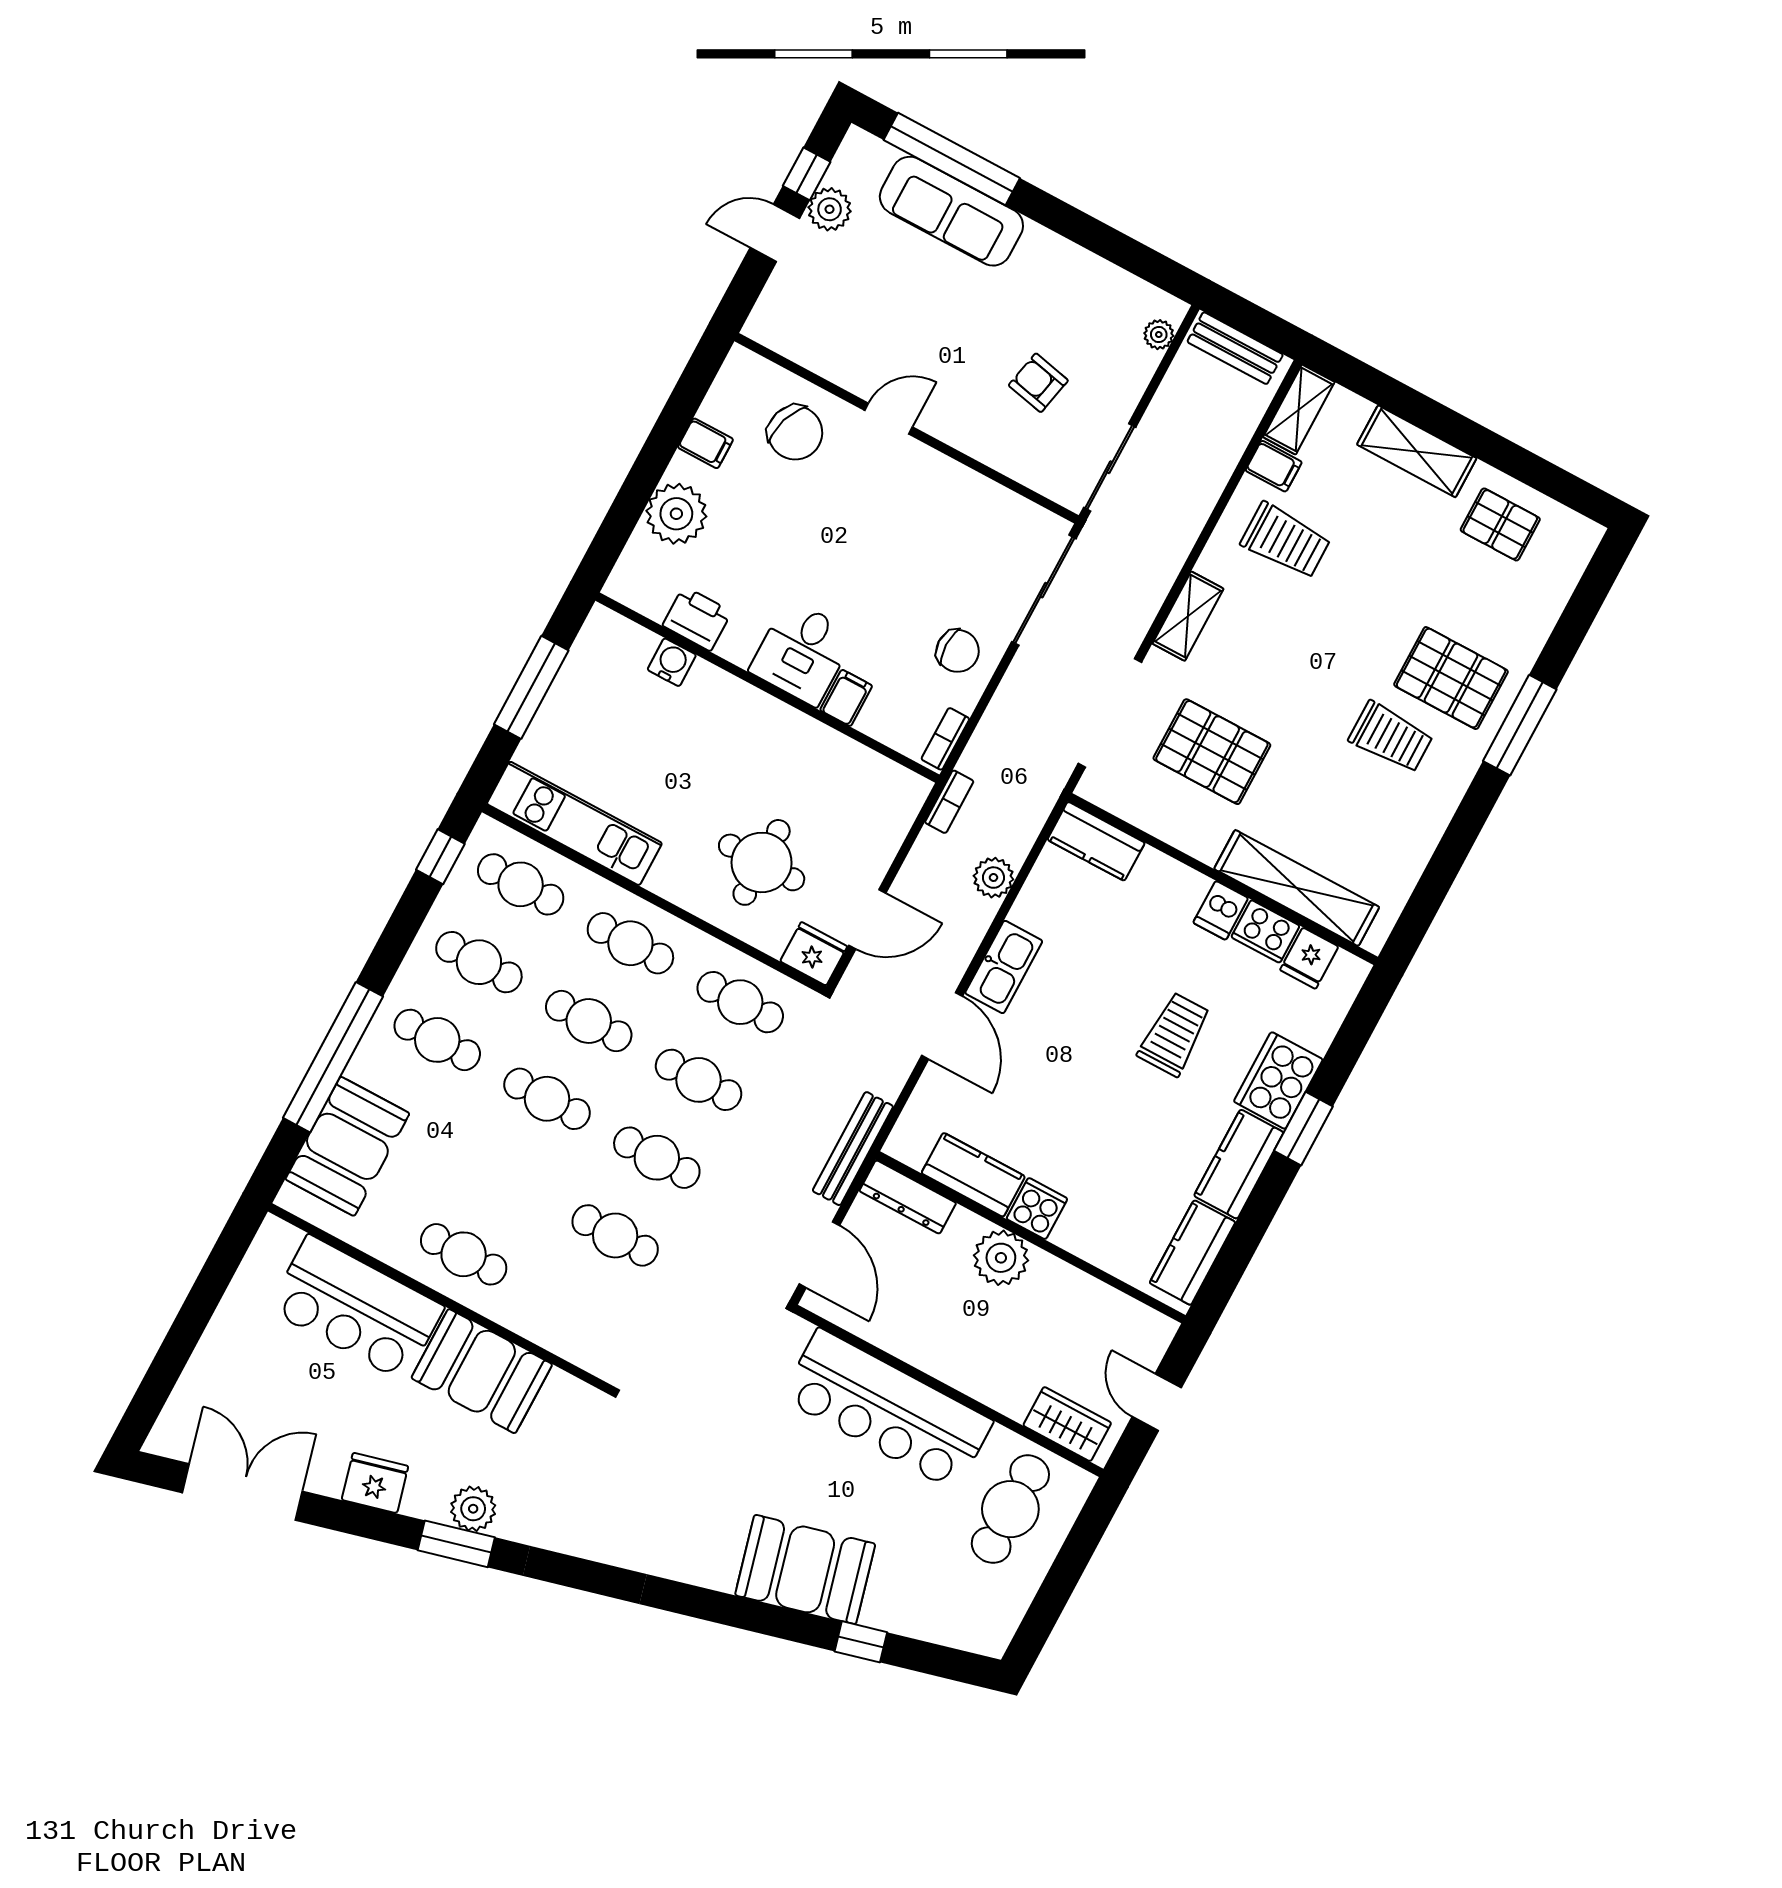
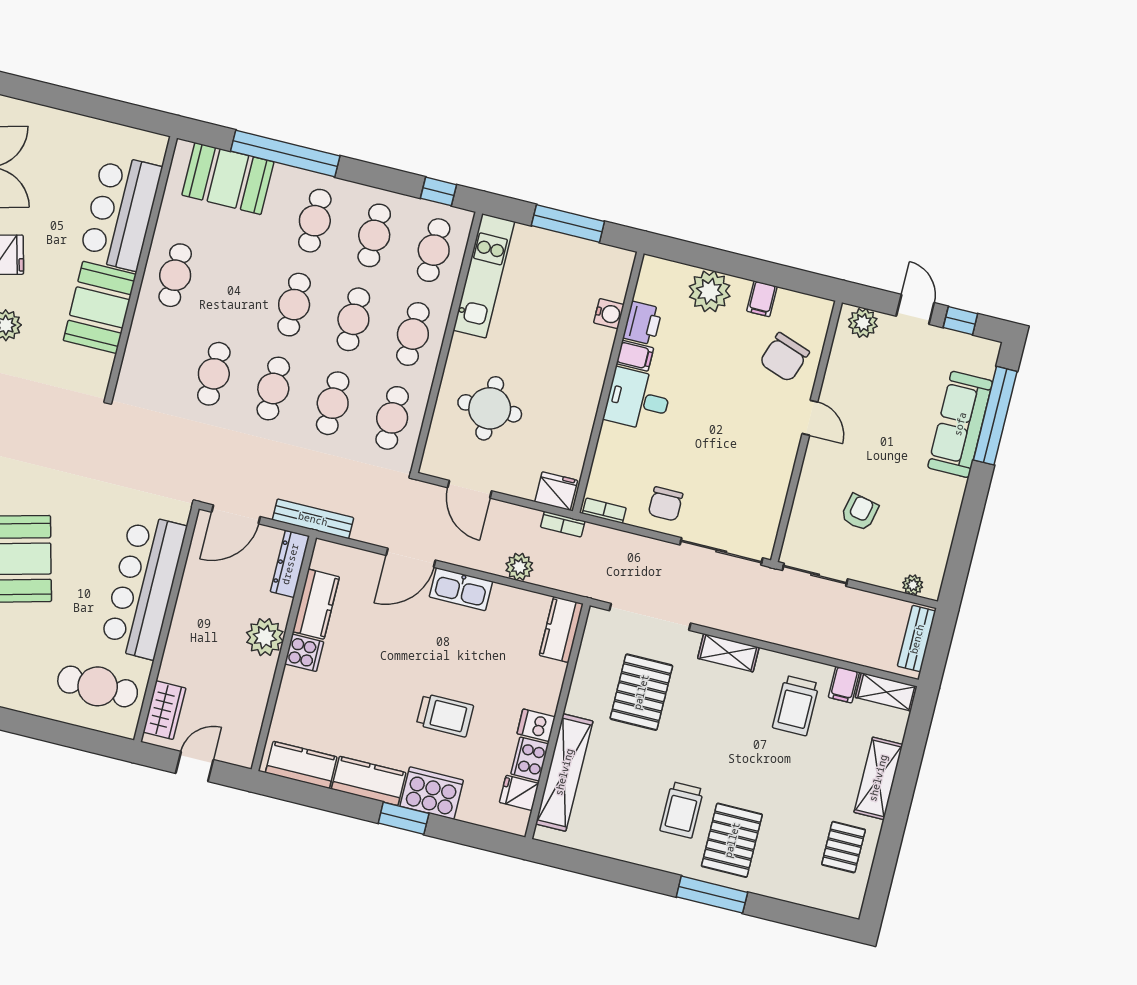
plant: (830, 209) -> (863, 323), moved
filing cabinet: (846, 698) -> (635, 356), moved
fridge: (814, 954) -> (556, 491), moved, turned -90

